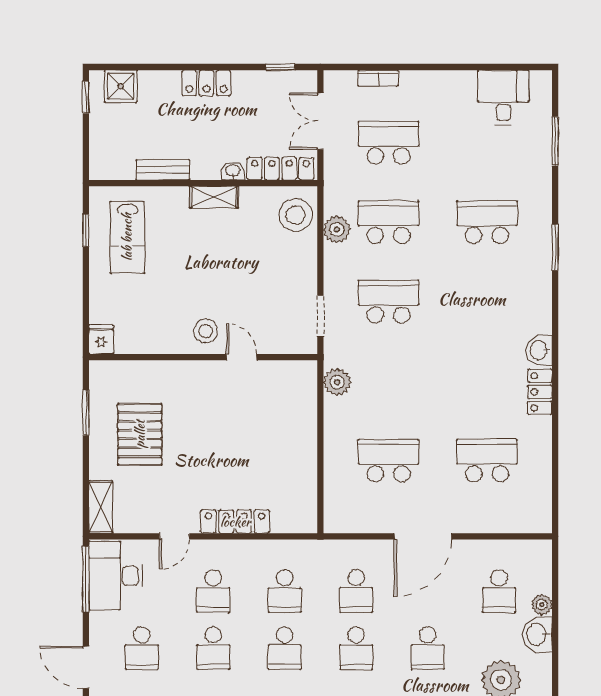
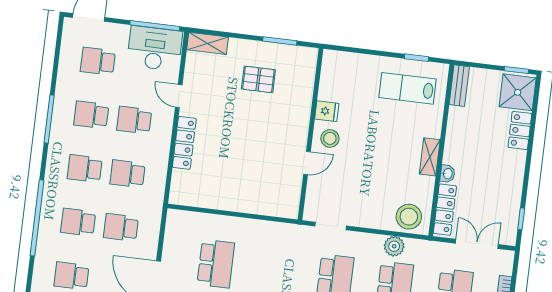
locker: (206, 83) -> (520, 130), moved
shower: (121, 86) -> (518, 92), width x1.36, depth x1.36
bench: (163, 170) -> (459, 86), moved
fridge: (101, 340) -> (327, 111), moved
plant: (337, 382) -> (279, 232), removed
pallet: (140, 434) -> (258, 79), width x0.67, depth x0.71

